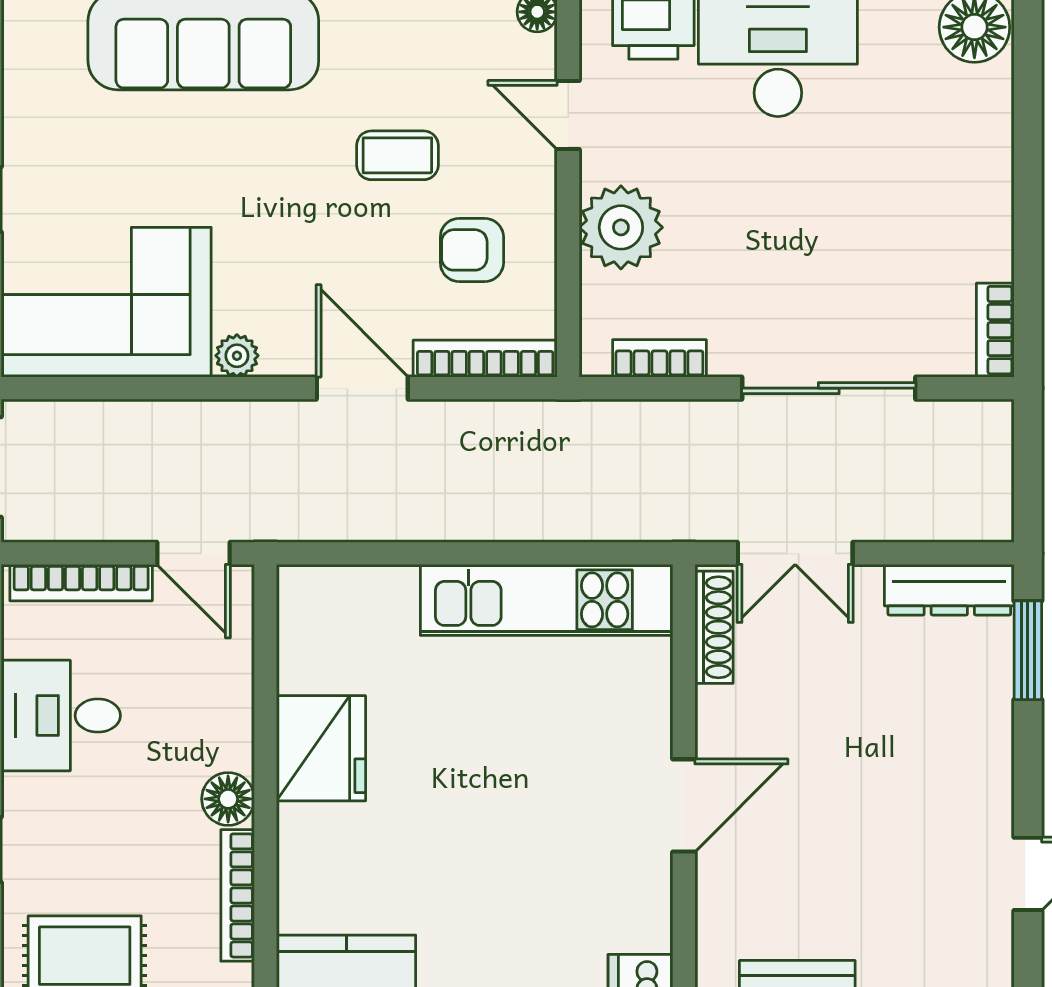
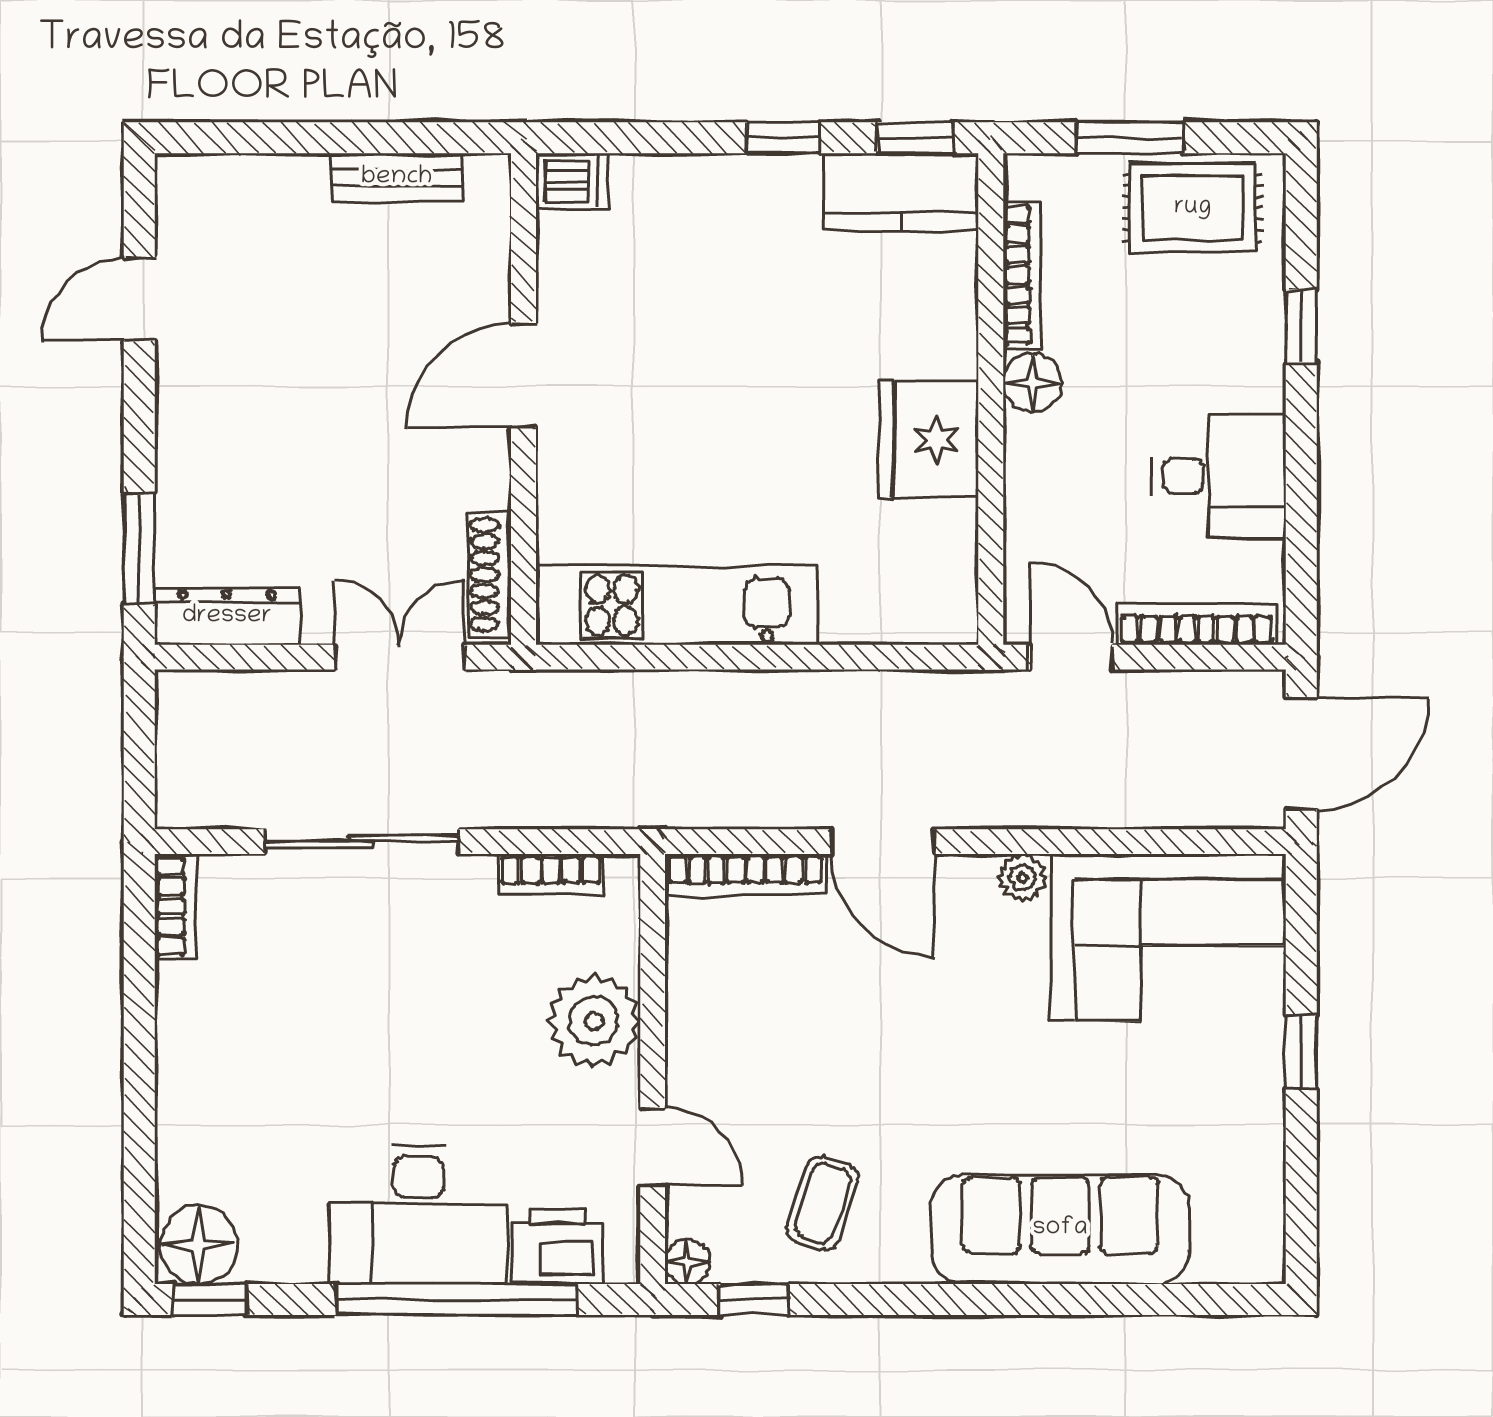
coffee table: (397, 155) -> (822, 1203), moved, turned -72
armchair: (472, 250) -> (760, 996), removed

